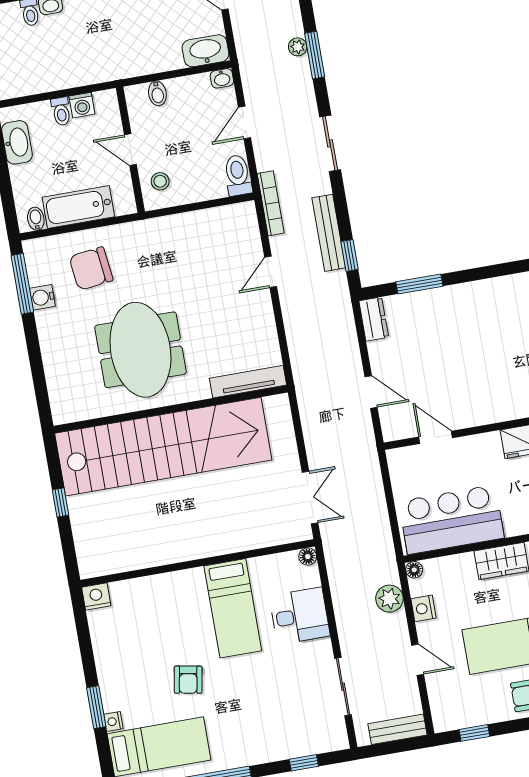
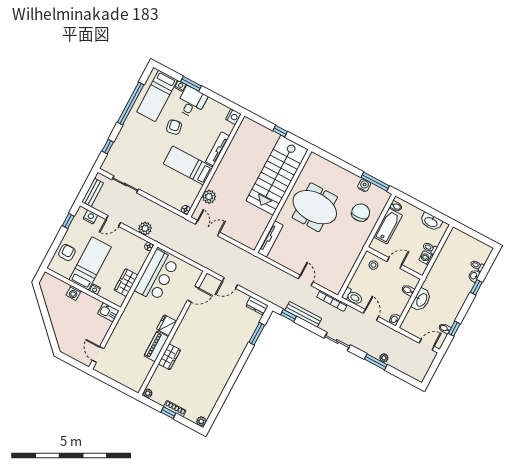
washbasin: (205, 51) -> (421, 300), moved
stairs: (163, 447) -> (277, 175), width x0.73
double door: (310, 497) -> (208, 228), swing flipped
plant: (257, 535) -> (209, 197), added
tv unit: (169, 582) -> (217, 149), added
nightstand: (423, 608) -> (90, 217), moved
desk: (300, 616) -> (191, 102), moved, turned 180
armchair: (188, 680) -> (174, 127), turned 69

